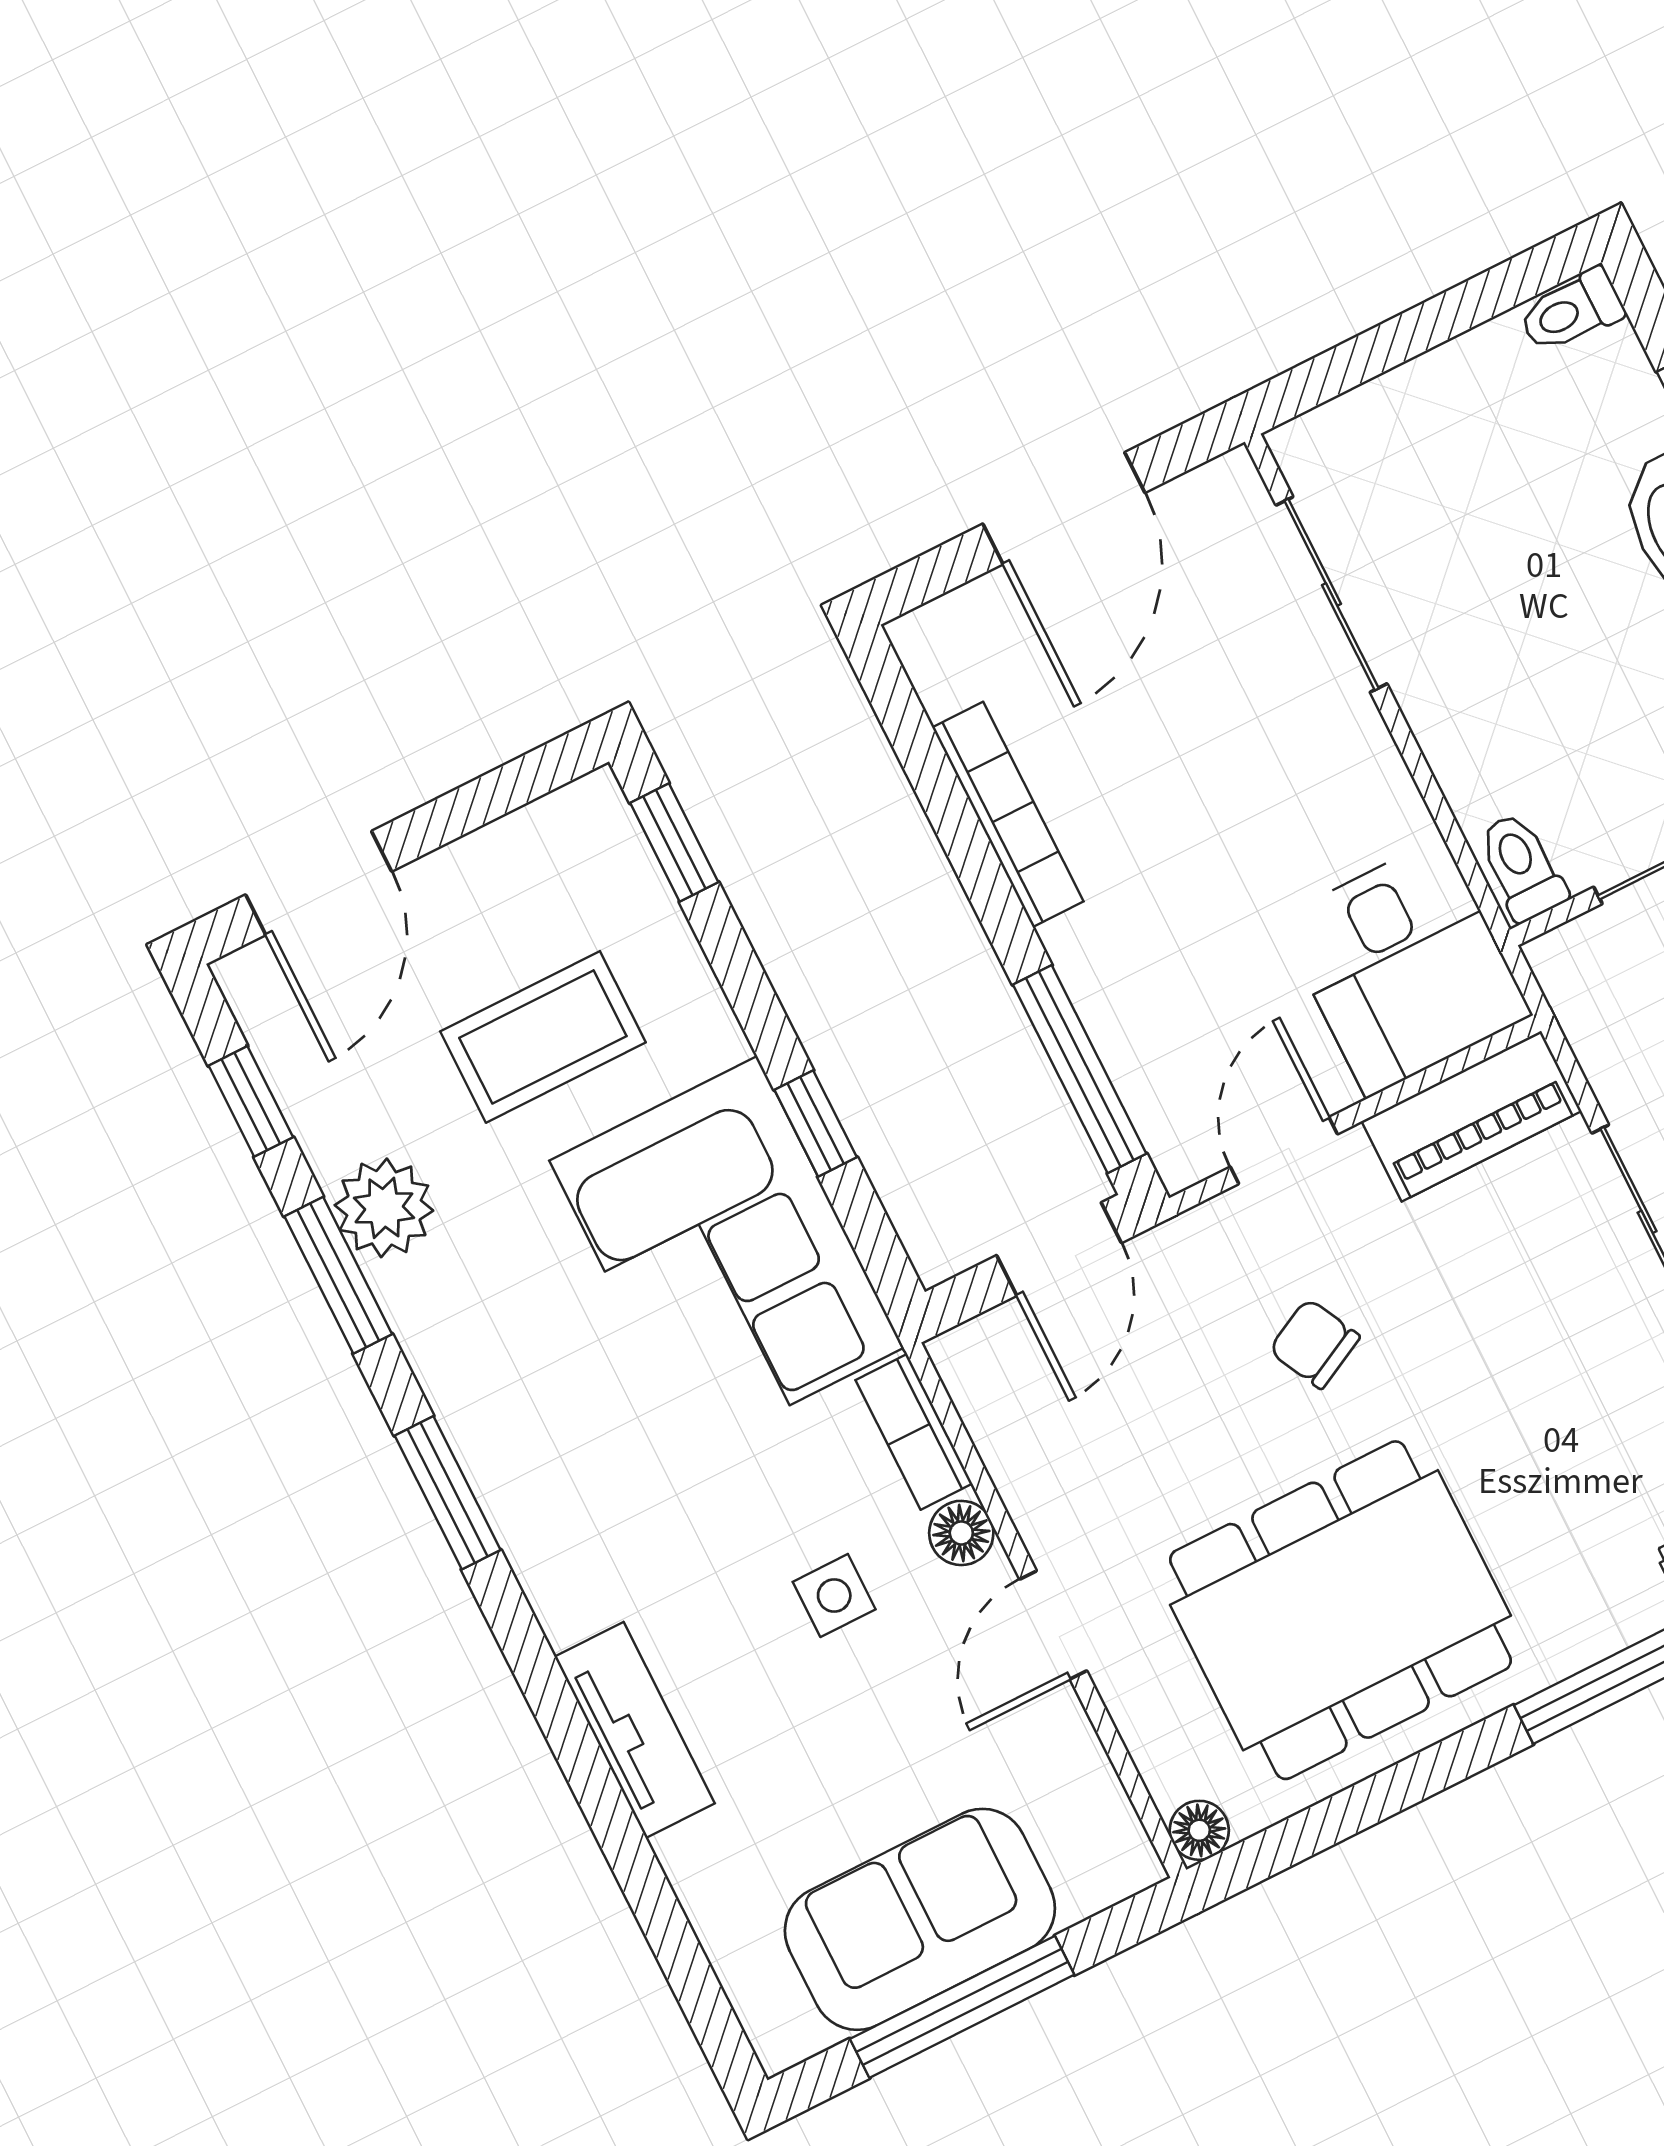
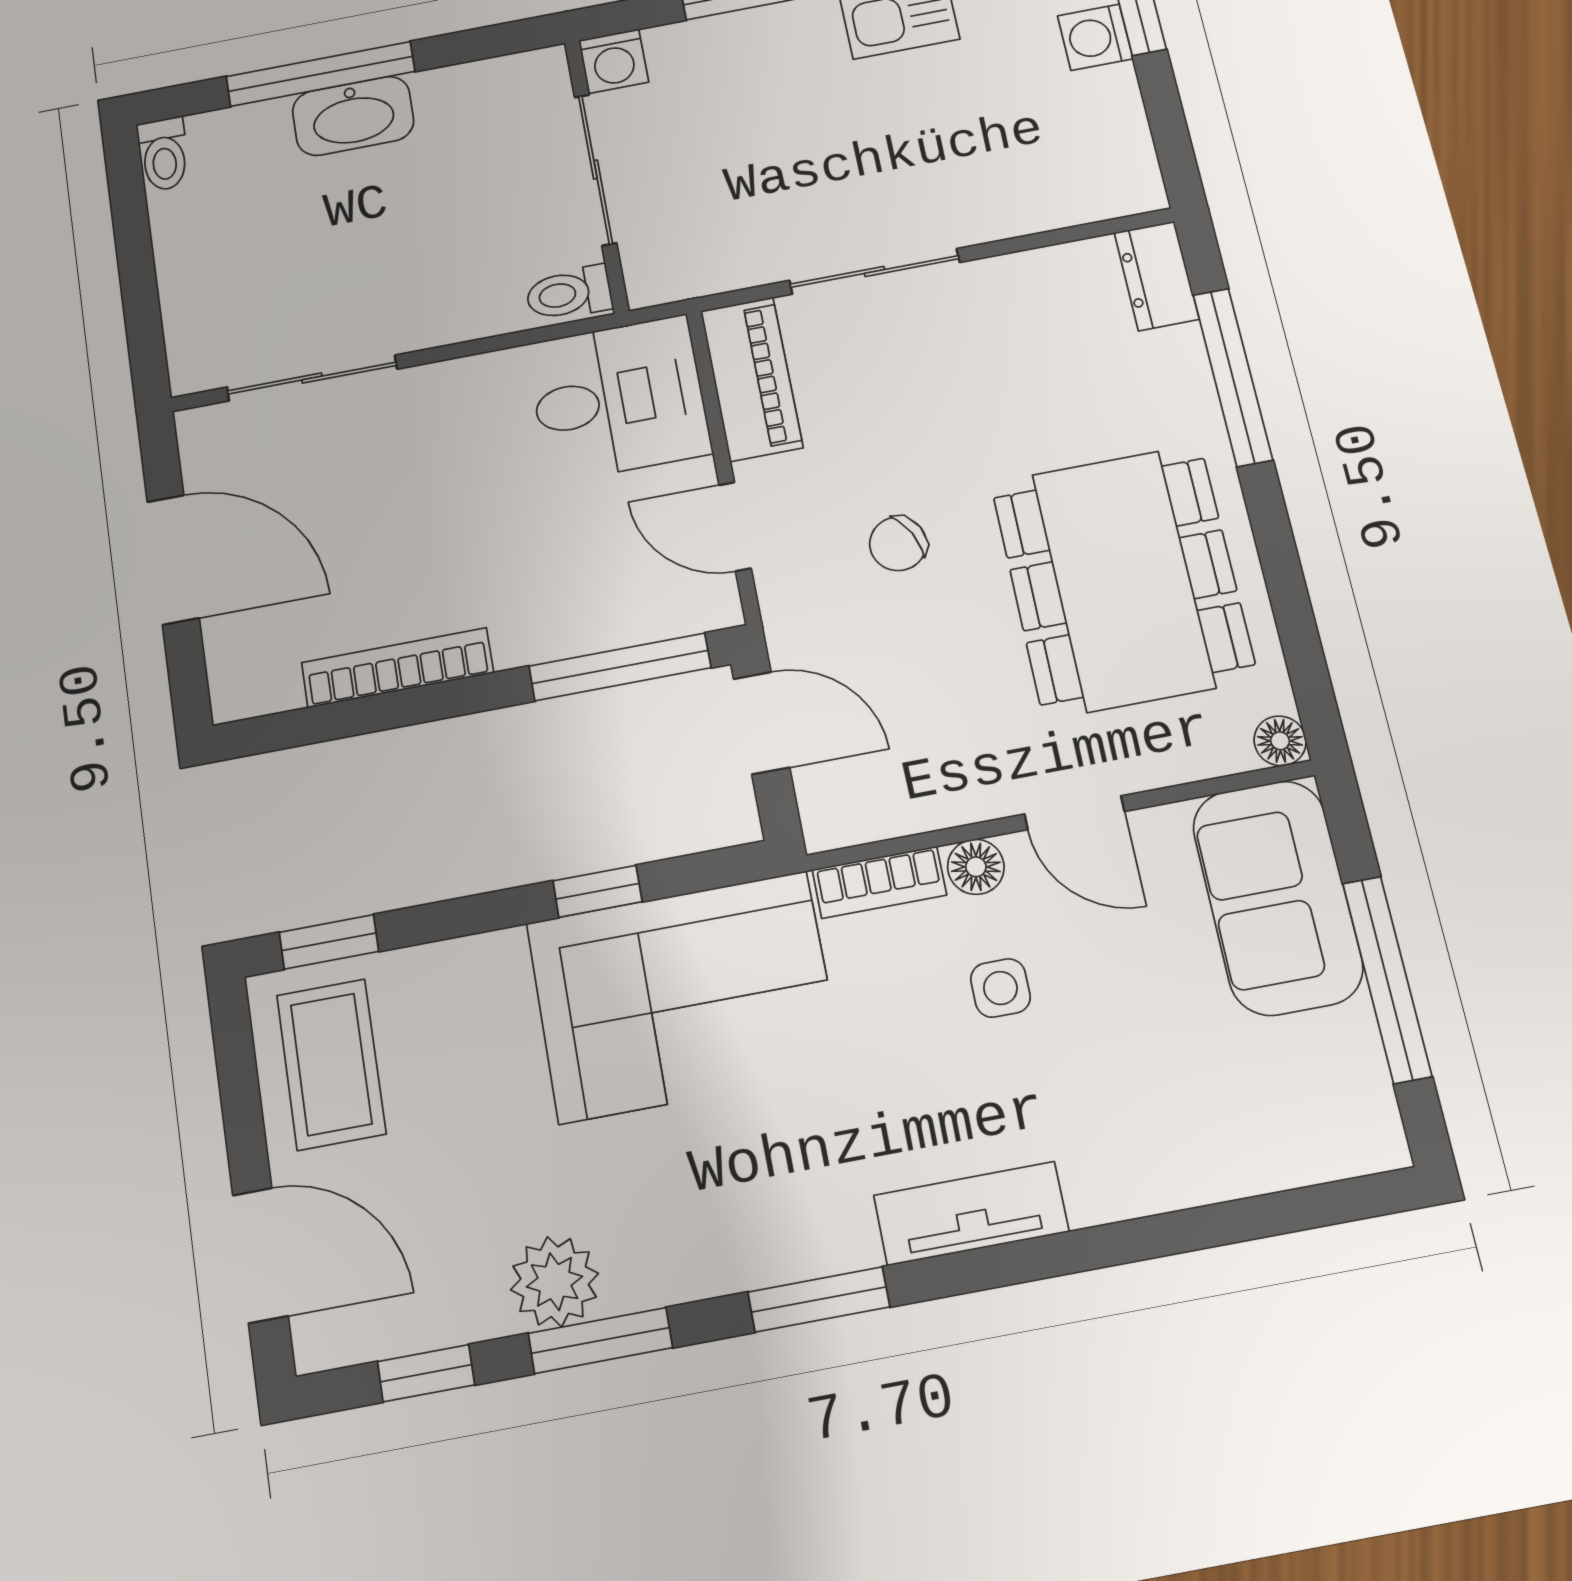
coffee table: (543, 1037) -> (331, 1064), moved
tv unit: (635, 1730) -> (971, 1214), moved
sofa: (920, 1919) -> (1277, 897), moved

